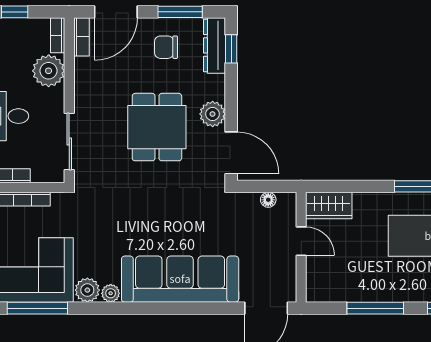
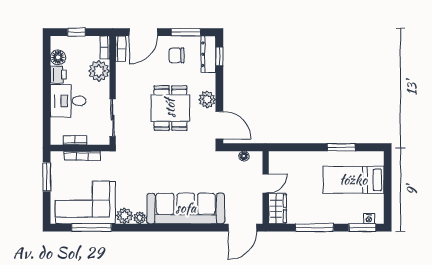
wardrobe: (329, 206) -> (277, 209), moved, turned -90
door: (301, 241) -> (266, 183), hinge flipped

